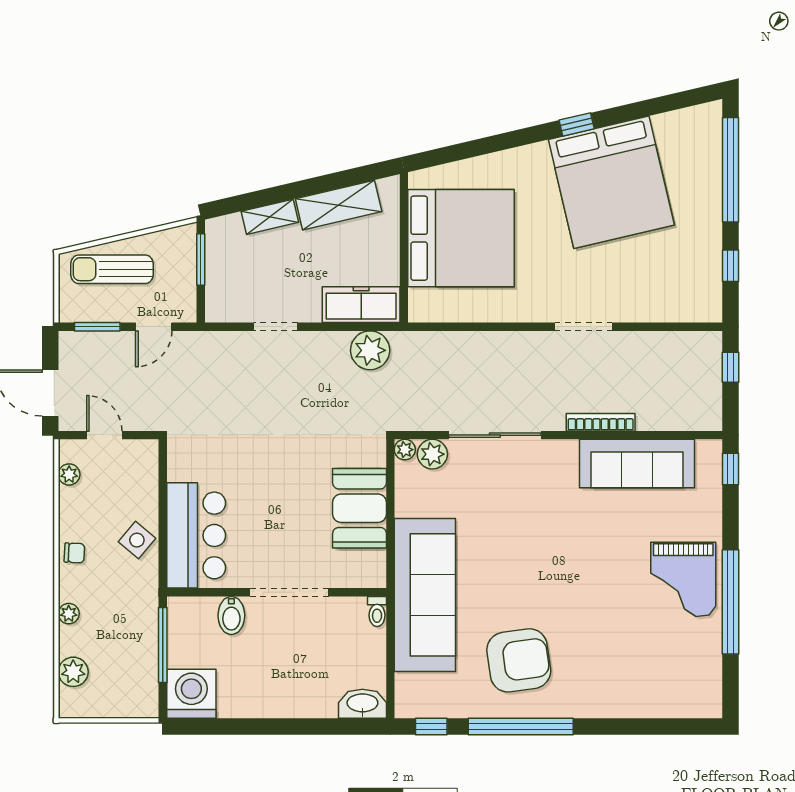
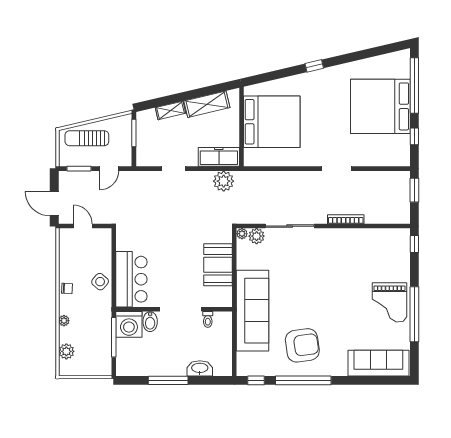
window: (577, 124) -> (314, 66), moved
bed: (611, 182) -> (380, 106), moved, turned 103
window: (730, 367) -> (414, 190), width x1.50
sofa: (637, 464) -> (378, 363), moved, turned 180
plant: (69, 474) -> (64, 247), removed
toilet: (377, 611) -> (208, 319), moved
washing machine: (191, 694) -> (129, 324), moved, turned 180
washbasin: (362, 704) -> (200, 368), moved
window: (265, 726) -> (168, 380), added

